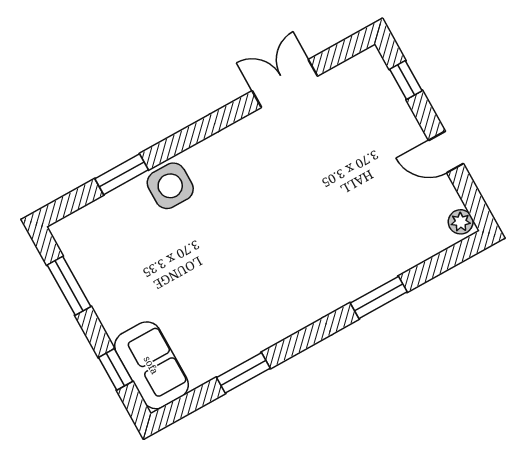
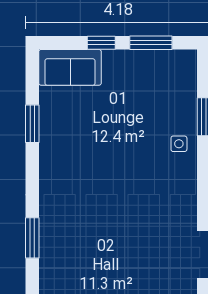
side table: (170, 186) -> (179, 144), width x0.54, depth x0.54
window: (116, 369) -> (101, 43), moved

